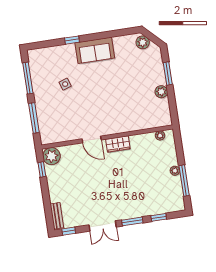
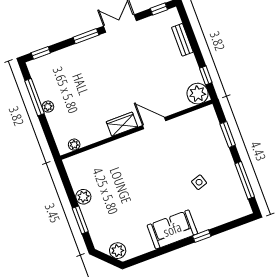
window: (34, 118) -> (228, 135), width x0.69
bench: (57, 216) -> (182, 40), moved
window: (159, 217) -> (41, 53), moved

